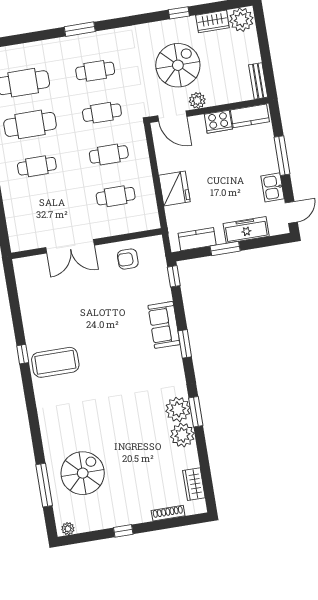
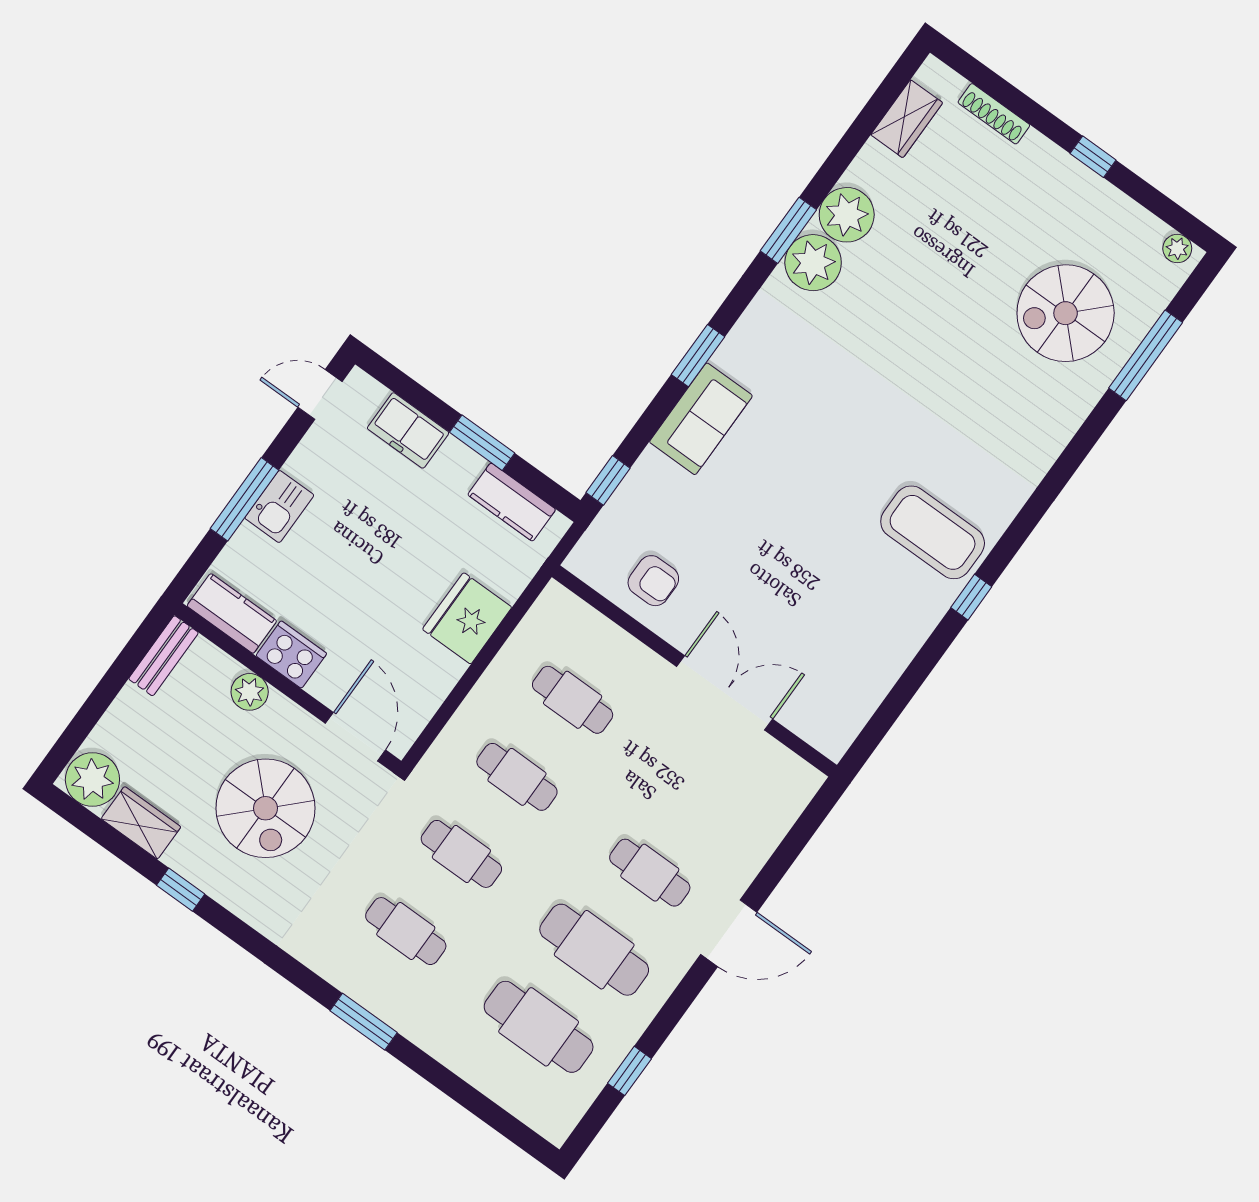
spiral stairs: (178, 65) -> (266, 808), turned -90
plant: (197, 100) -> (250, 692), moved
kitchen sink: (272, 187) -> (279, 507), moved
freezer: (246, 230) -> (408, 430), width x0.71

